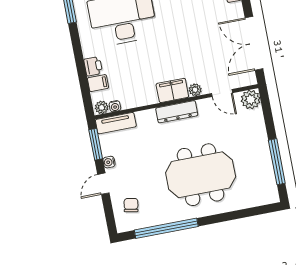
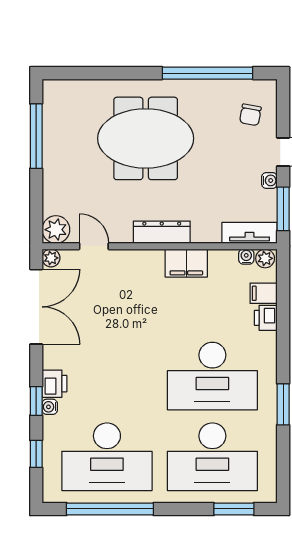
filing cabinet: (172, 90) -> (186, 263), moved
plant: (195, 90) -> (51, 258), moved

